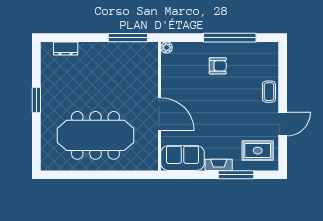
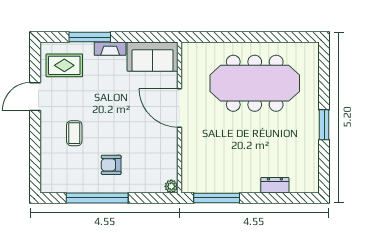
dresser: (66, 49) -> (275, 185), moved
coffee table: (269, 92) -> (74, 133), moved

